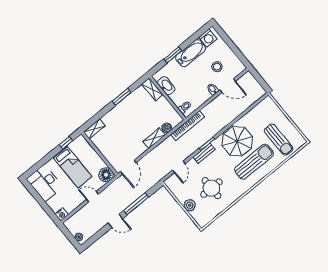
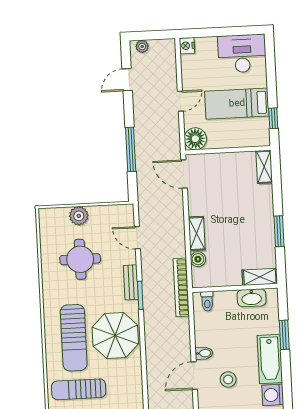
door: (115, 221) -> (127, 80), moved

